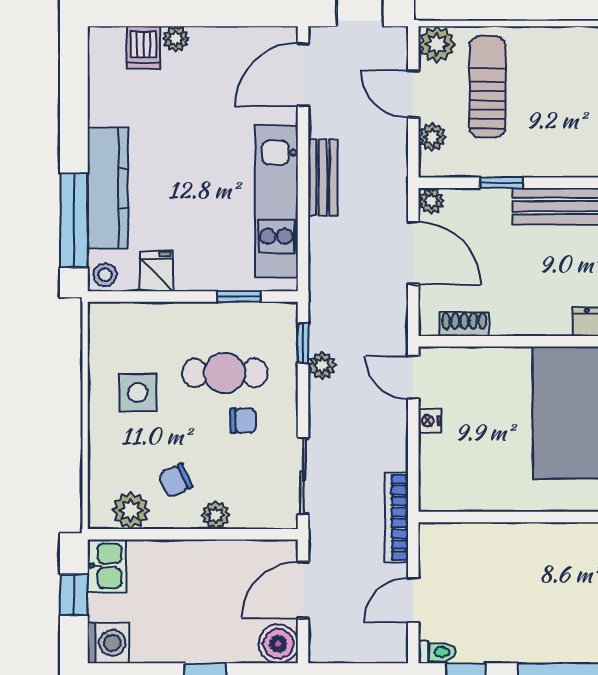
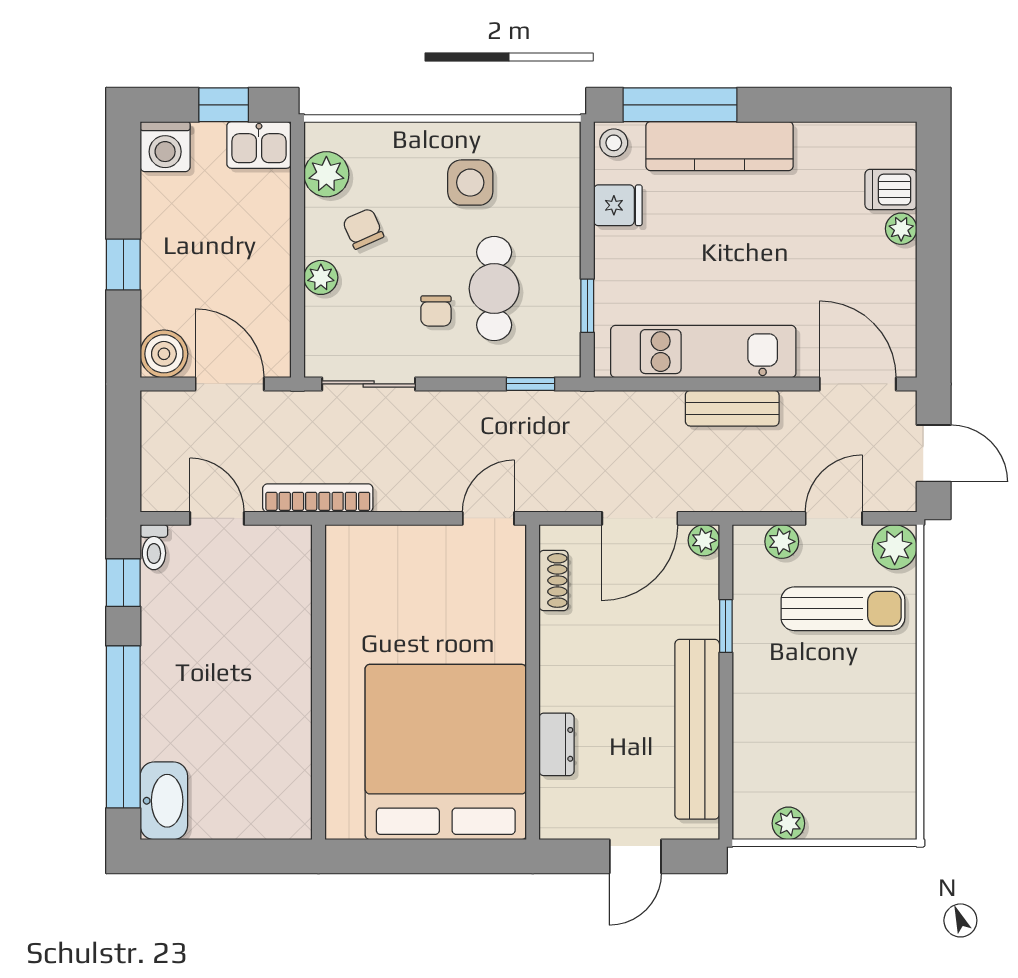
plant: (322, 366) -> (503, 407), removed
nightstand: (430, 421) -> (436, 538), removed

